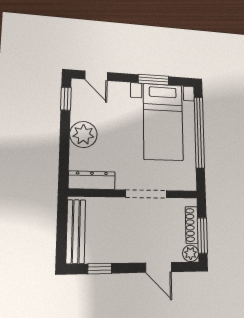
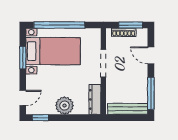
plant: (191, 253) -> (142, 34), removed
door: (159, 267) -> (151, 55), swing flipped
window: (100, 269) -> (151, 93), width x2.17

